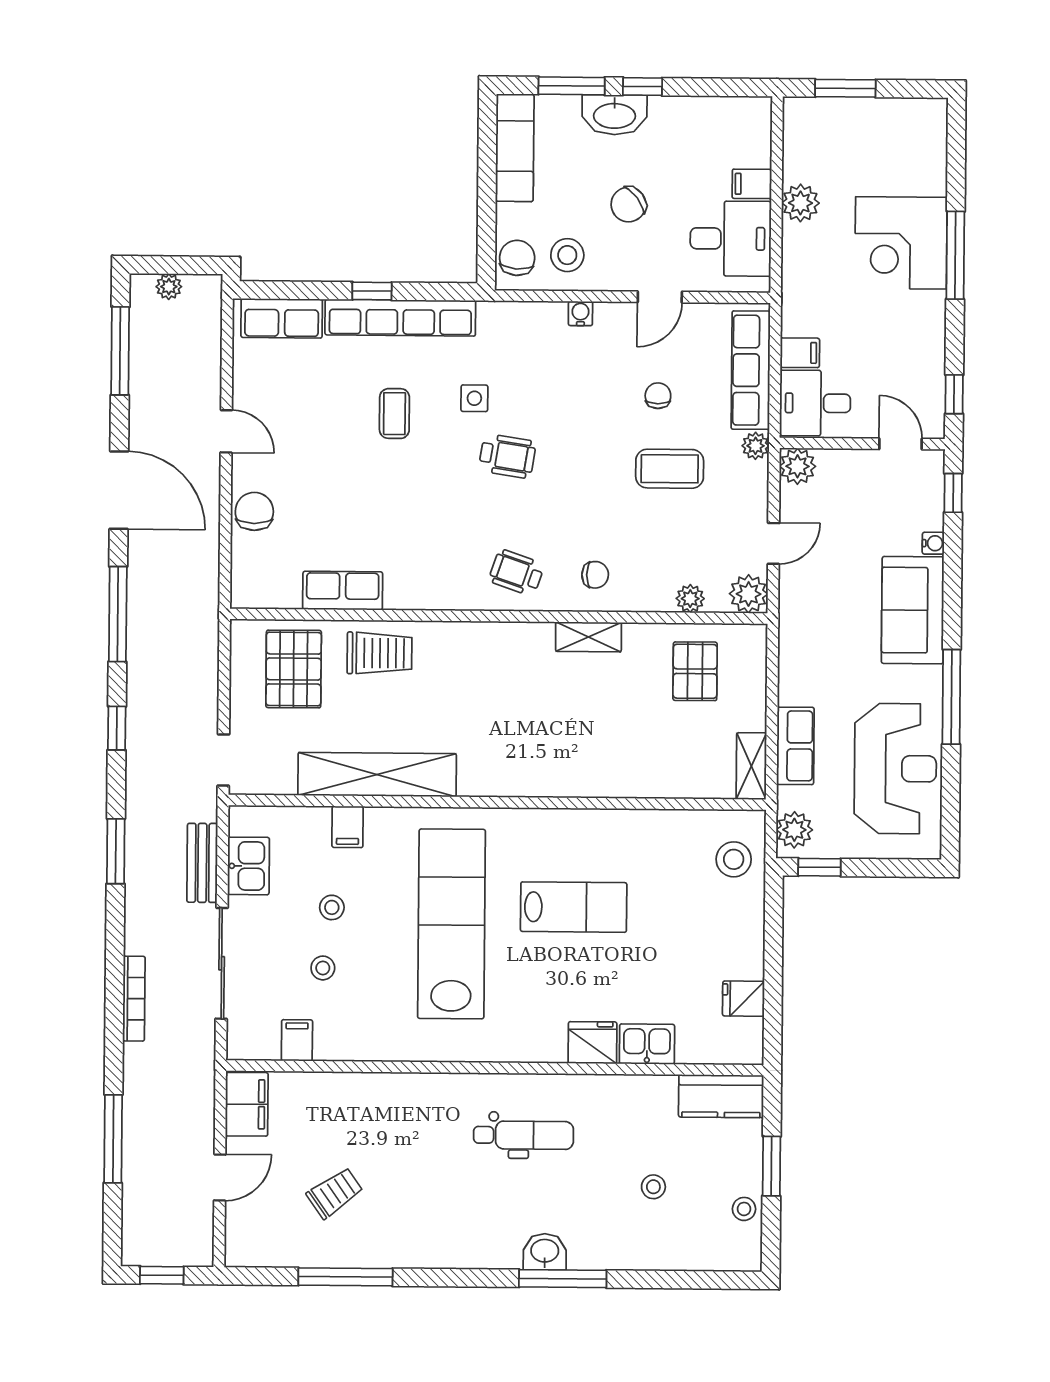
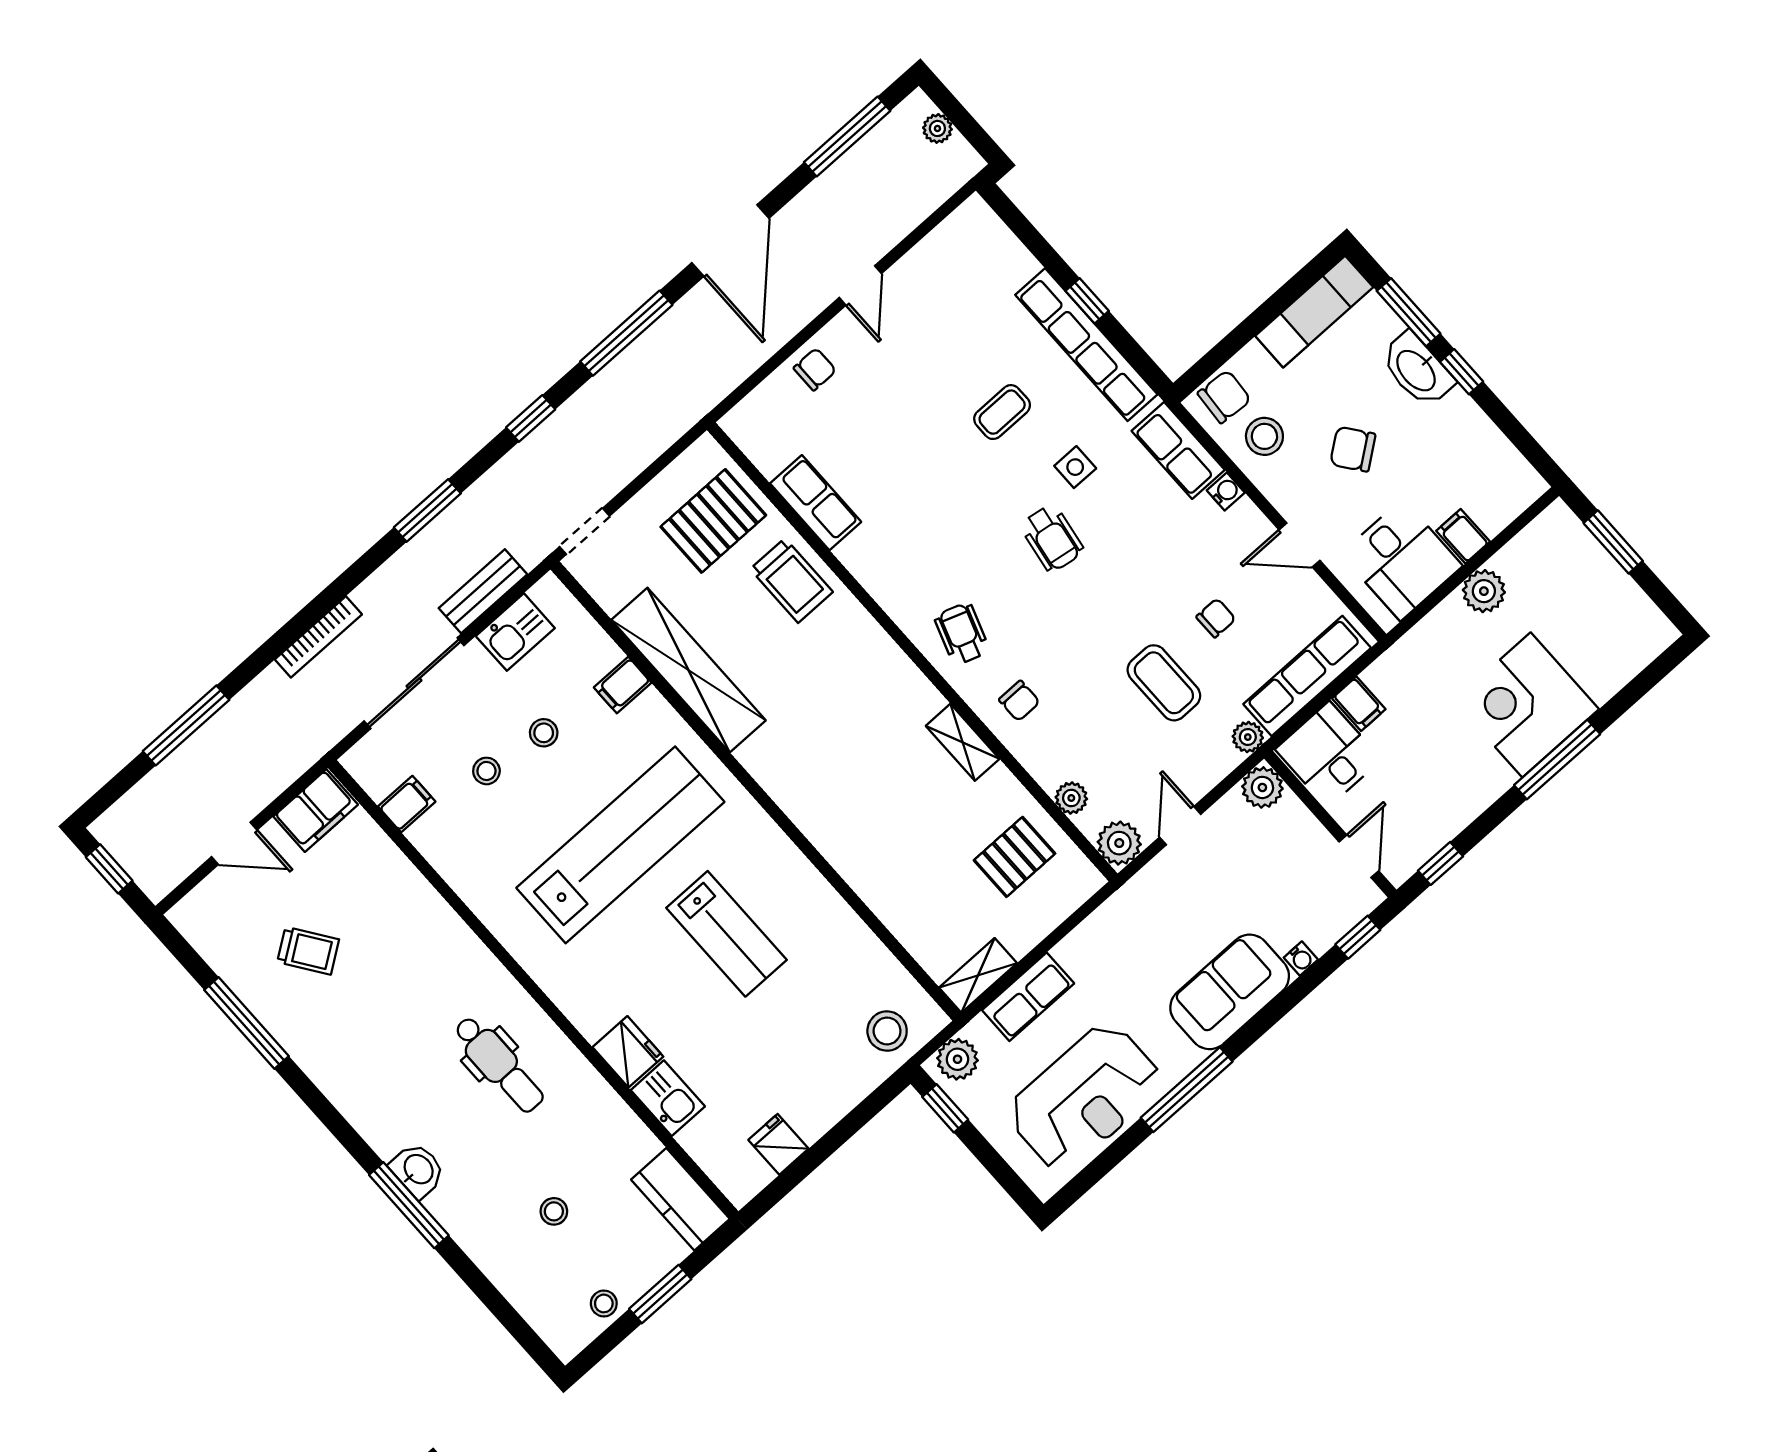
row of seats: (282, 318) -> (1178, 450), moved
chair: (254, 511) -> (815, 369), width x0.73, depth x0.73
door: (773, 543) -> (1180, 826), swing flipped

